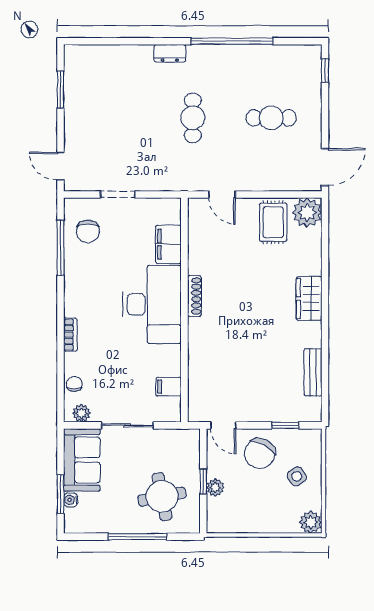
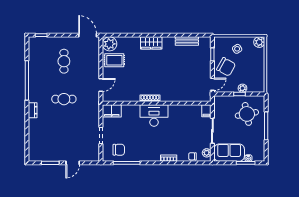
door: (61, 166) -> (73, 163), moved
filing cabinet: (168, 244) -> (112, 111), moved
desk: (152, 304) -> (154, 116), width x0.73, depth x0.77
filing cabinet: (169, 387) -> (206, 111), moved

